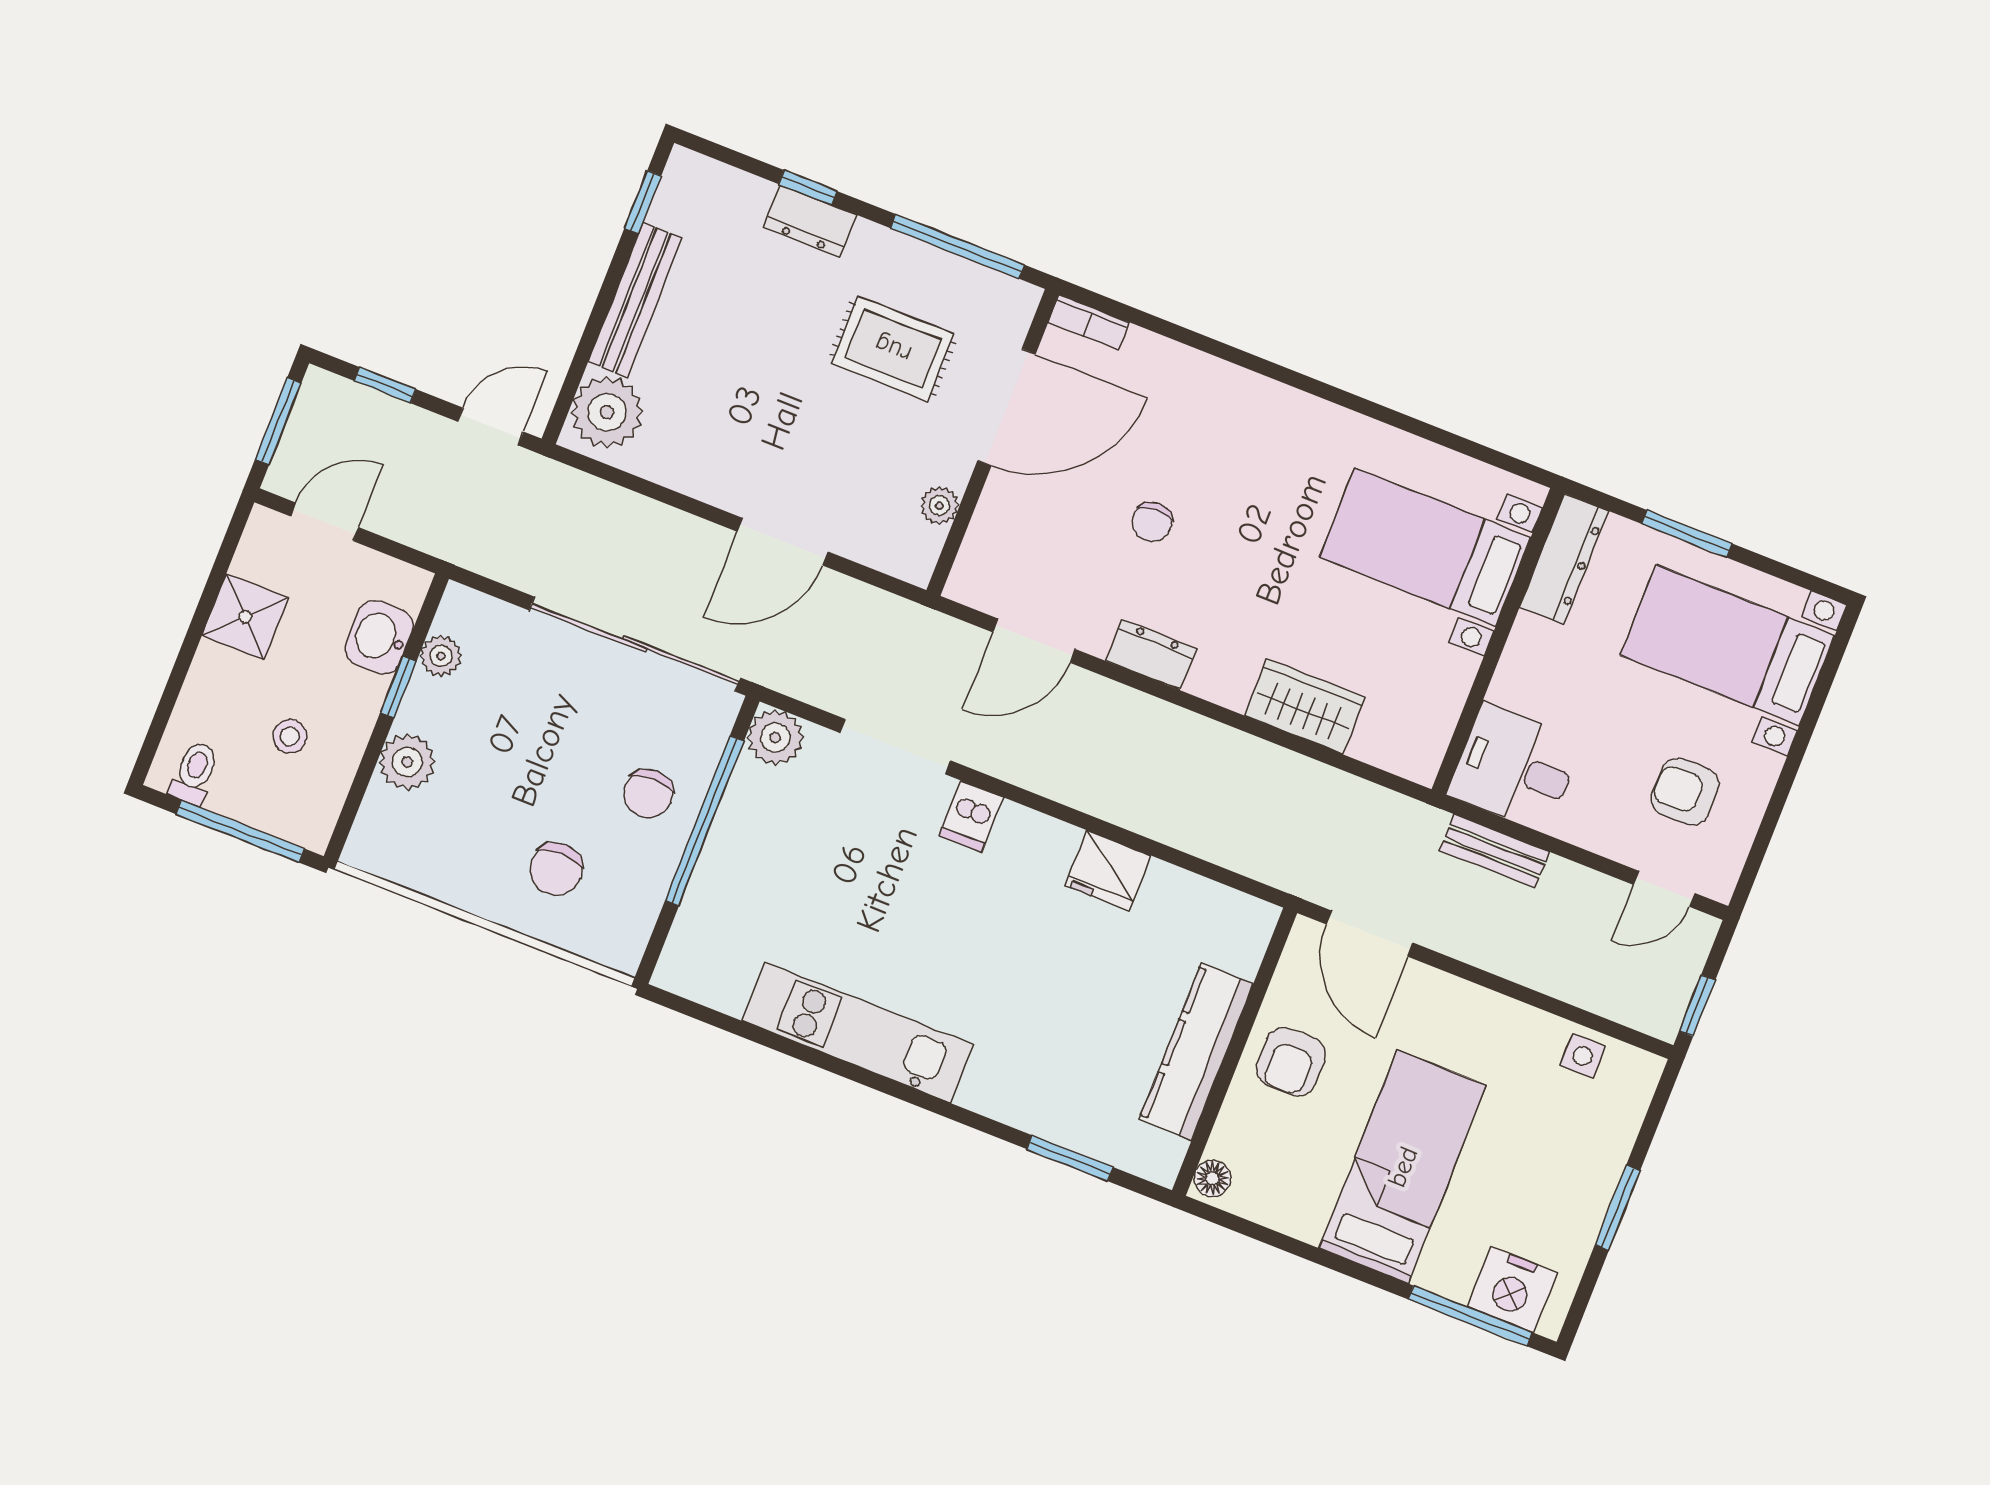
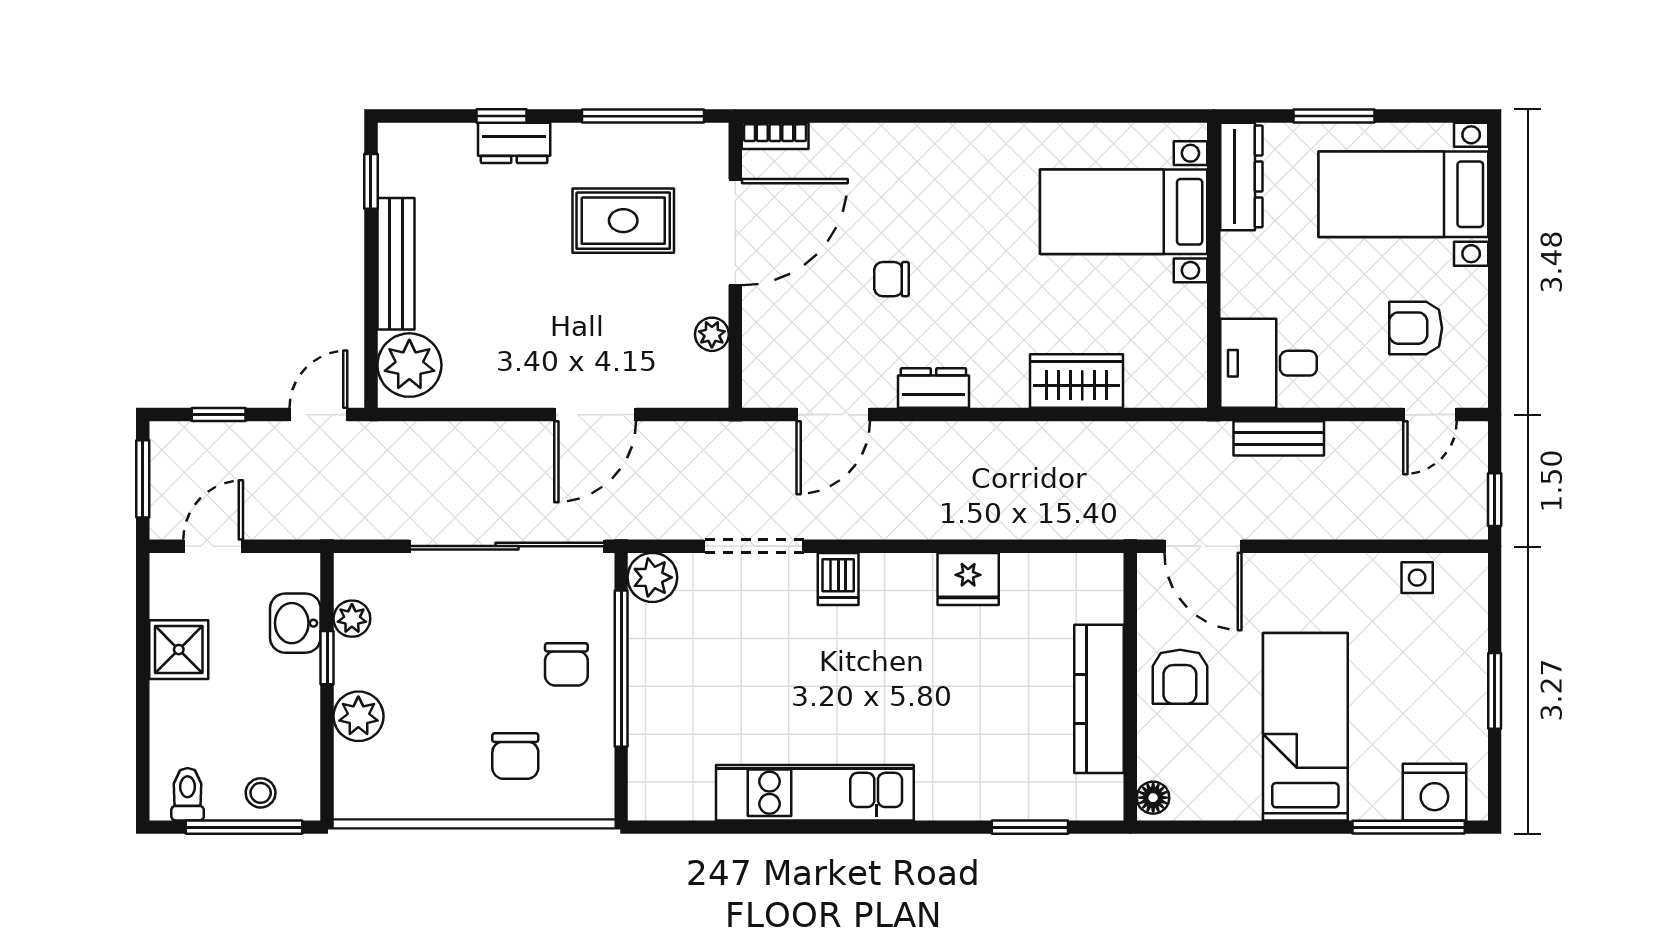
chair: (1152, 522) -> (892, 279), turned 90
stool: (290, 736) -> (261, 793), moved

